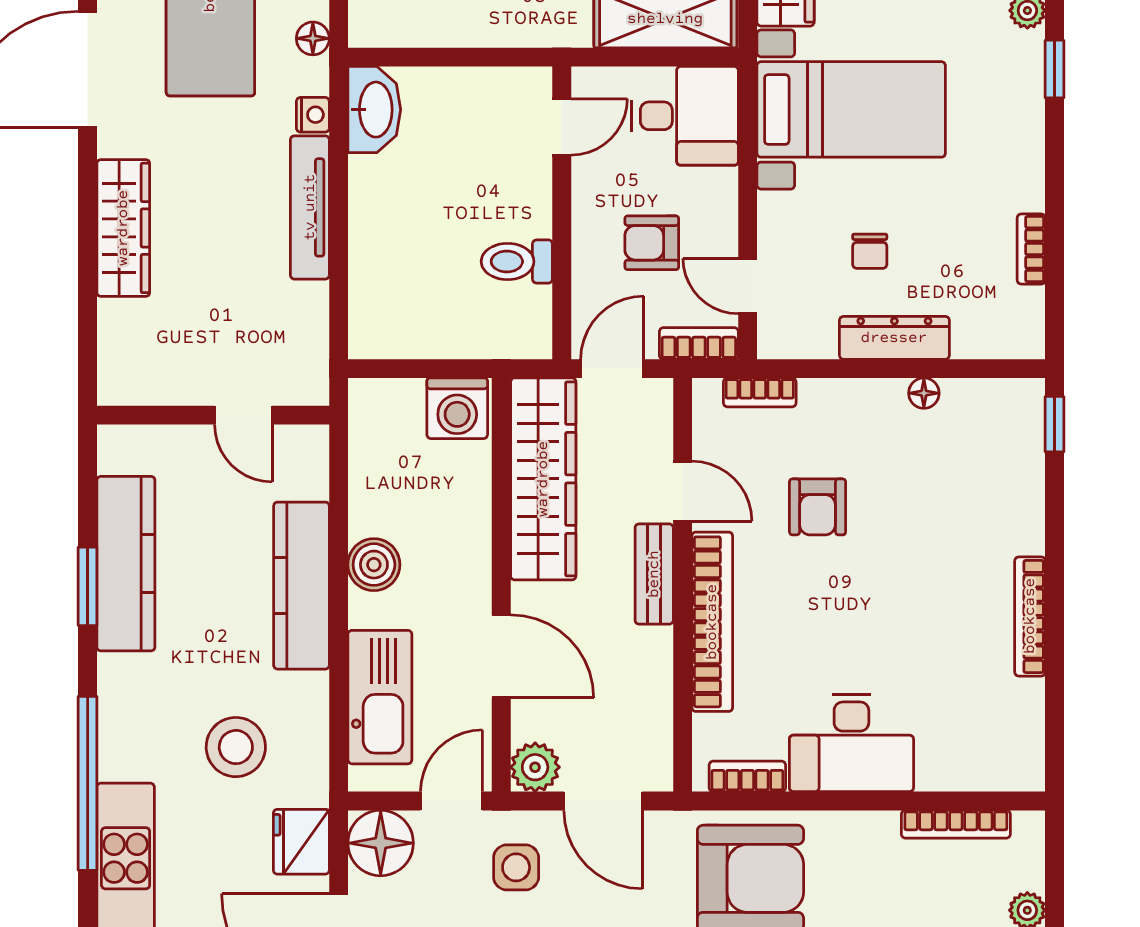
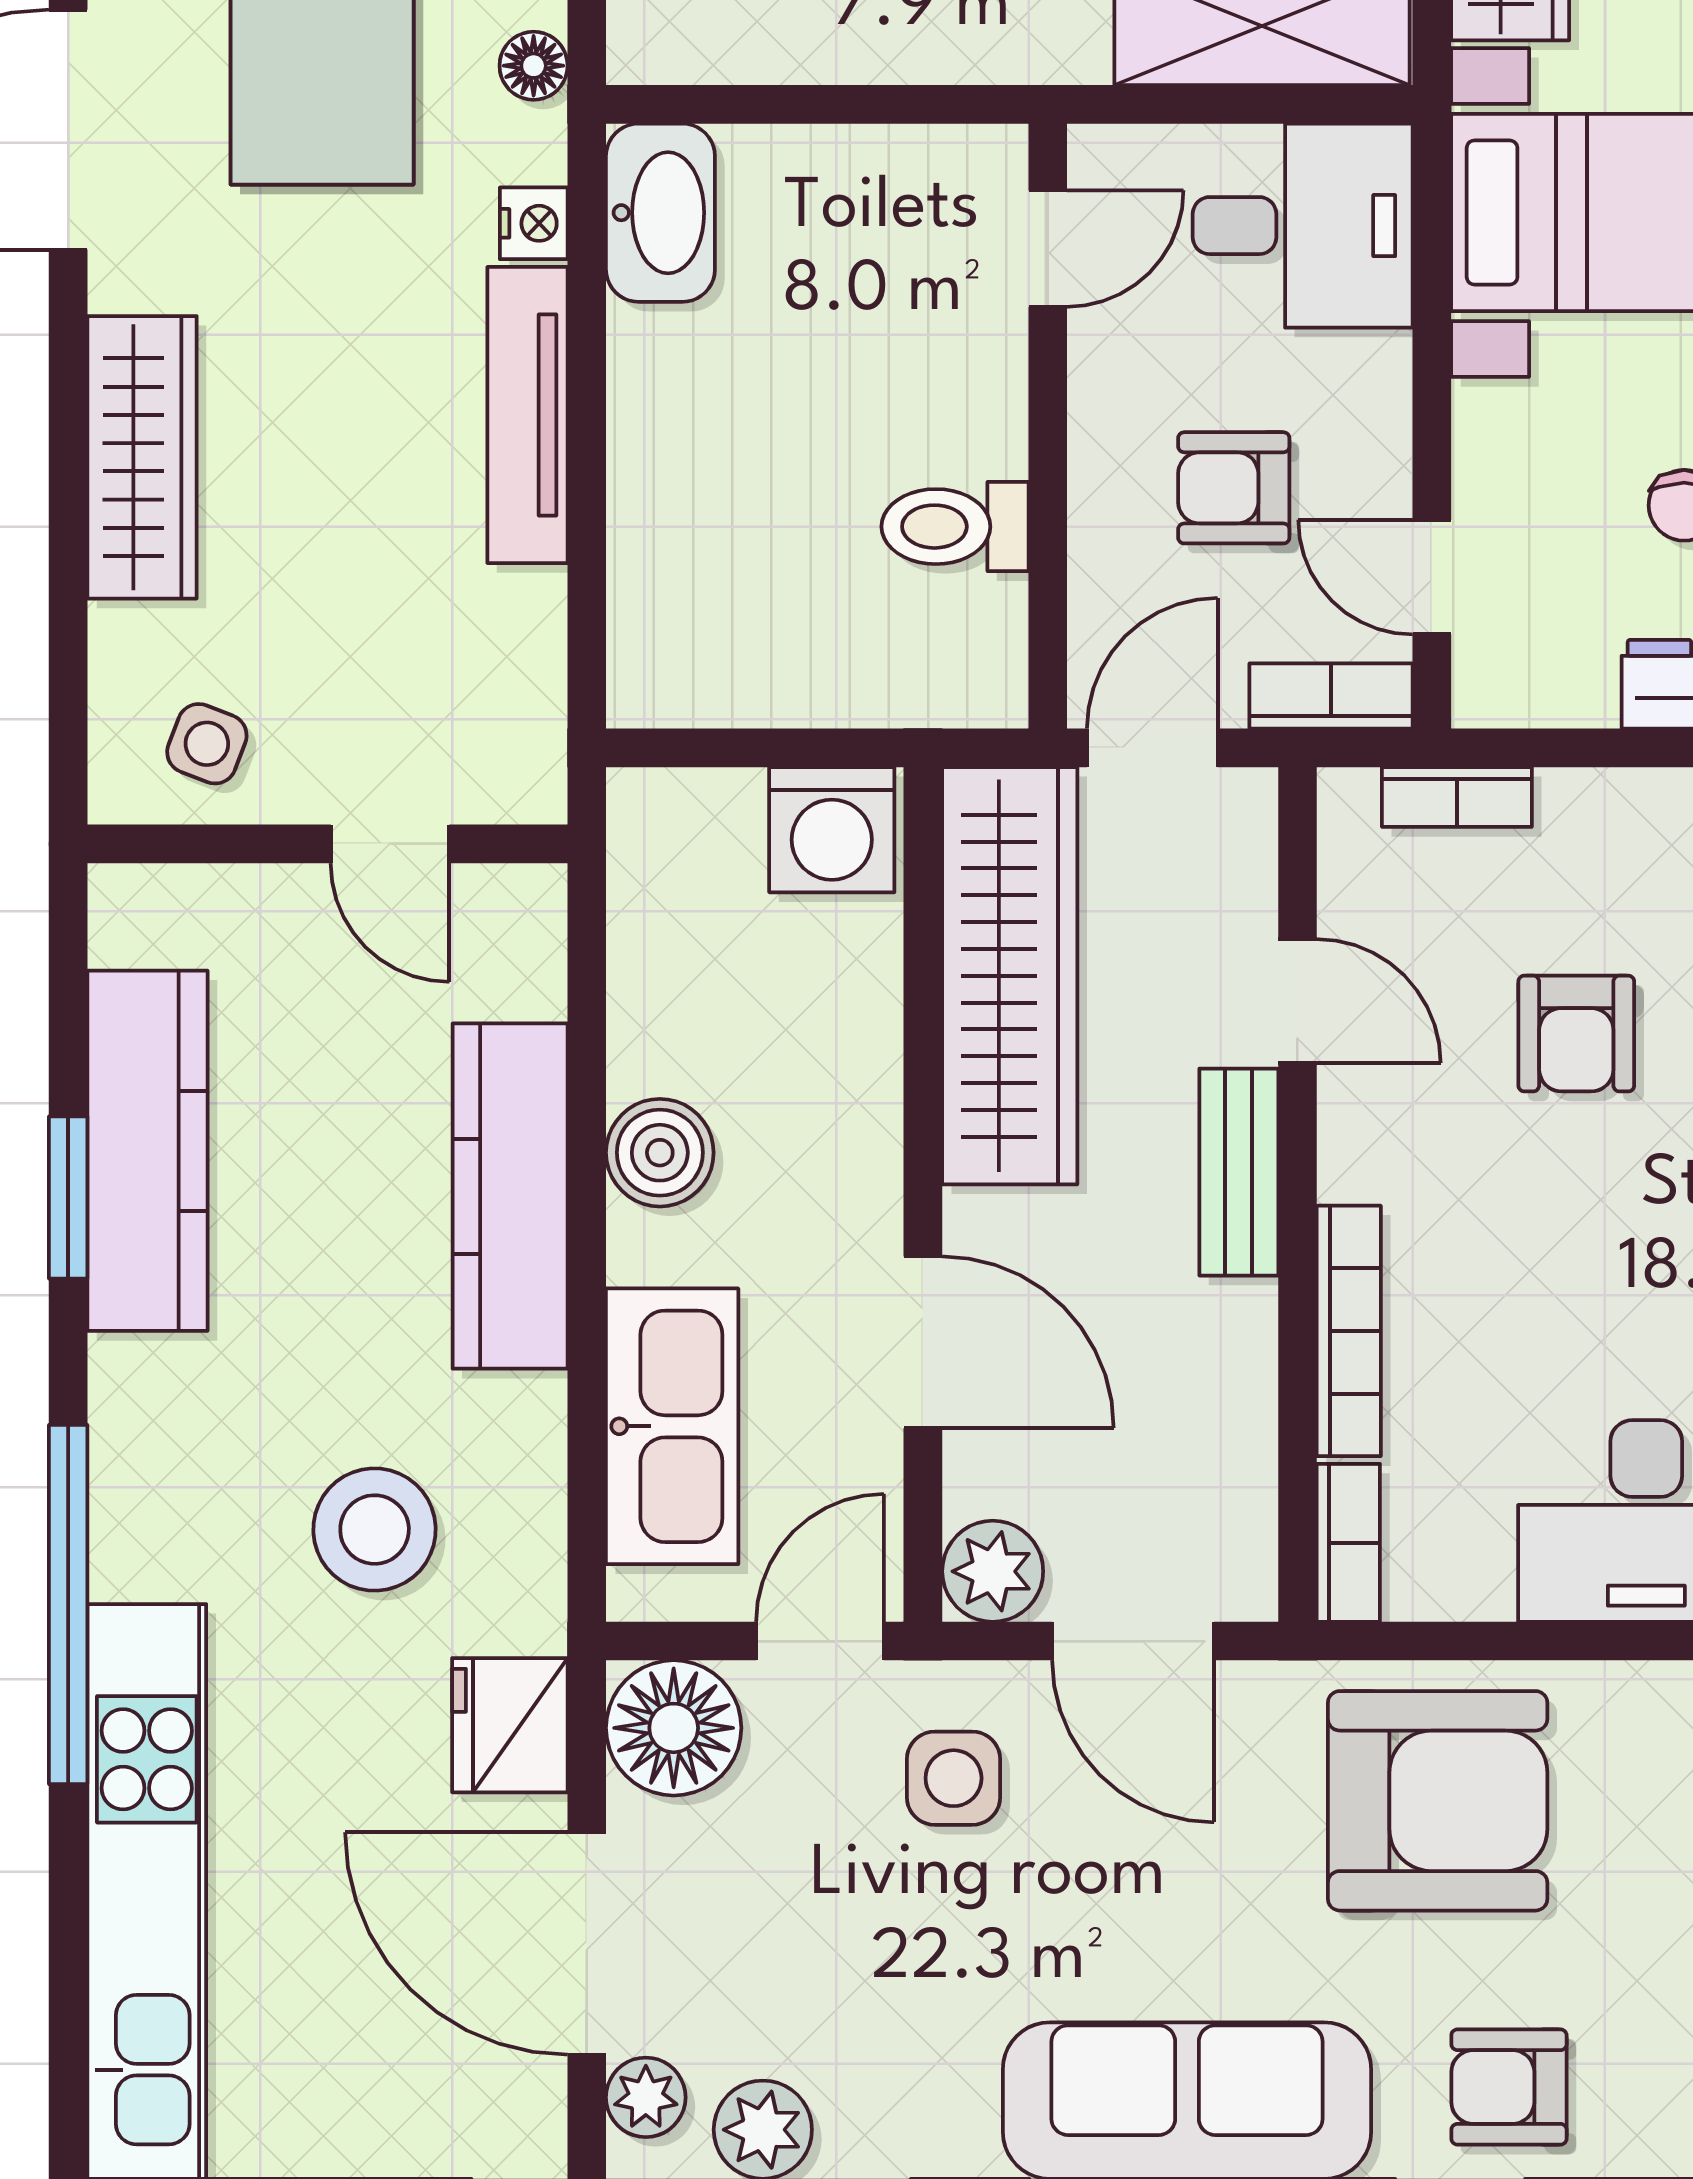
side table: (155, 367) -> (207, 744), added
bookcase: (712, 622) -> (1349, 1331), width x0.68, depth x0.76
bookcase: (747, 776) -> (1348, 1543), moved, turned 90

